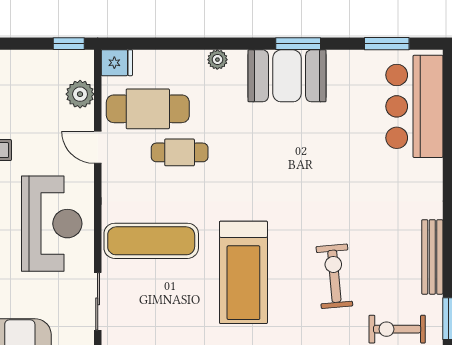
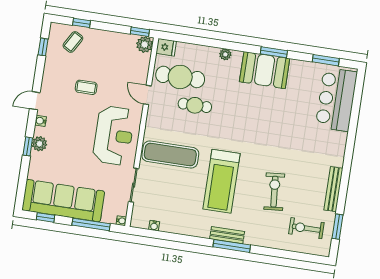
plant: (80, 94) -> (145, 44), moved

